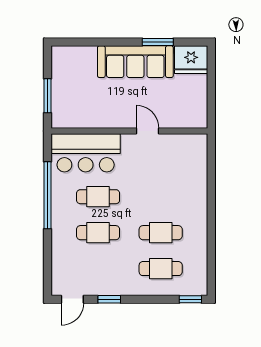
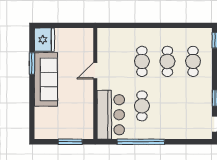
cafe table: (98, 233) -> (142, 61), moved

